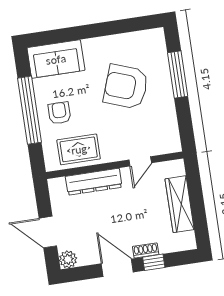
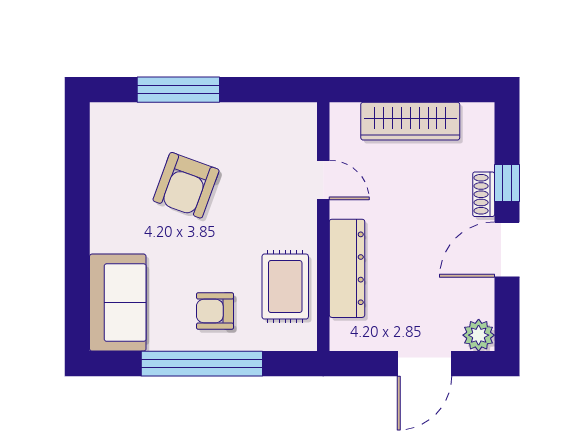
armchair: (126, 87) -> (186, 185), width x0.73, depth x0.73

